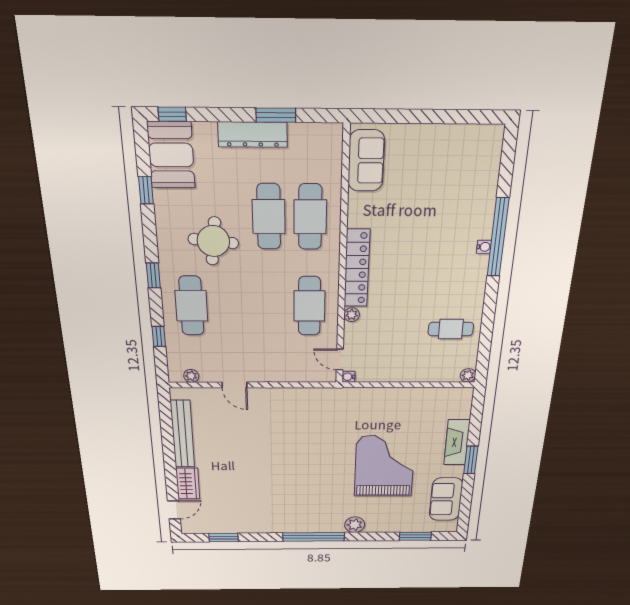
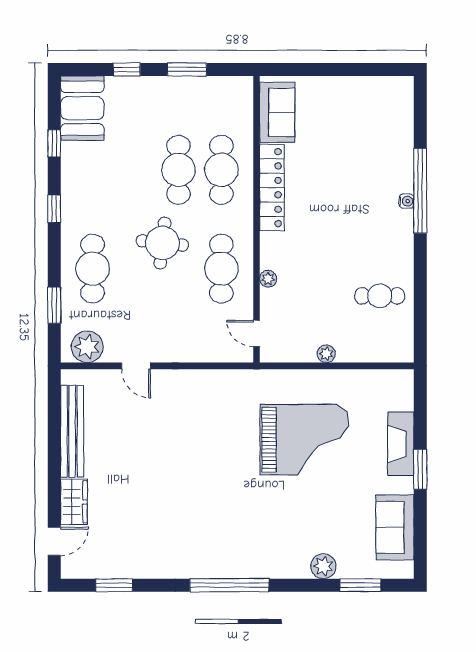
window: (172, 114) -> (127, 69), moved
dresser: (253, 135) -> (164, 88), removed
round table: (213, 241) -> (162, 243), moved
locker: (357, 268) -> (272, 188), moved
window: (153, 275) -> (54, 209), moved
window: (159, 337) -> (54, 305), width x1.50
plant: (468, 375) -> (326, 354), moved
plant: (191, 376) -> (87, 347), width x1.88, depth x1.88
water cooler: (348, 377) -> (267, 355), removed
grand piano: (384, 466) -> (304, 440), moved, turned 90
plant: (355, 525) -> (323, 566), moved

